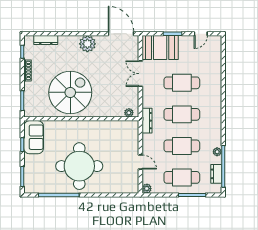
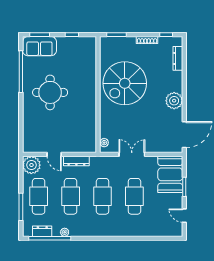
double door: (140, 74) -> (132, 154), moved
spiral stairs: (70, 92) -> (125, 83), turned 90
dresser: (147, 121) -> (76, 161), moved
sofa: (34, 137) -> (39, 46), moved
door: (140, 162) -> (54, 154), hinge flipped
round table: (79, 166) -> (50, 92), width x0.73, depth x0.73
plant: (147, 189) -> (31, 165), width x1.88, depth x1.88

